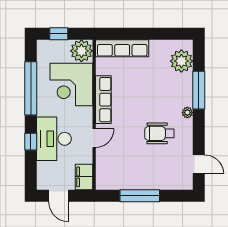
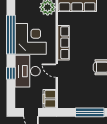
corner desk: (71, 85) -> (31, 39), moved, turned 180
door: (94, 138) -> (57, 71), swing flipped

